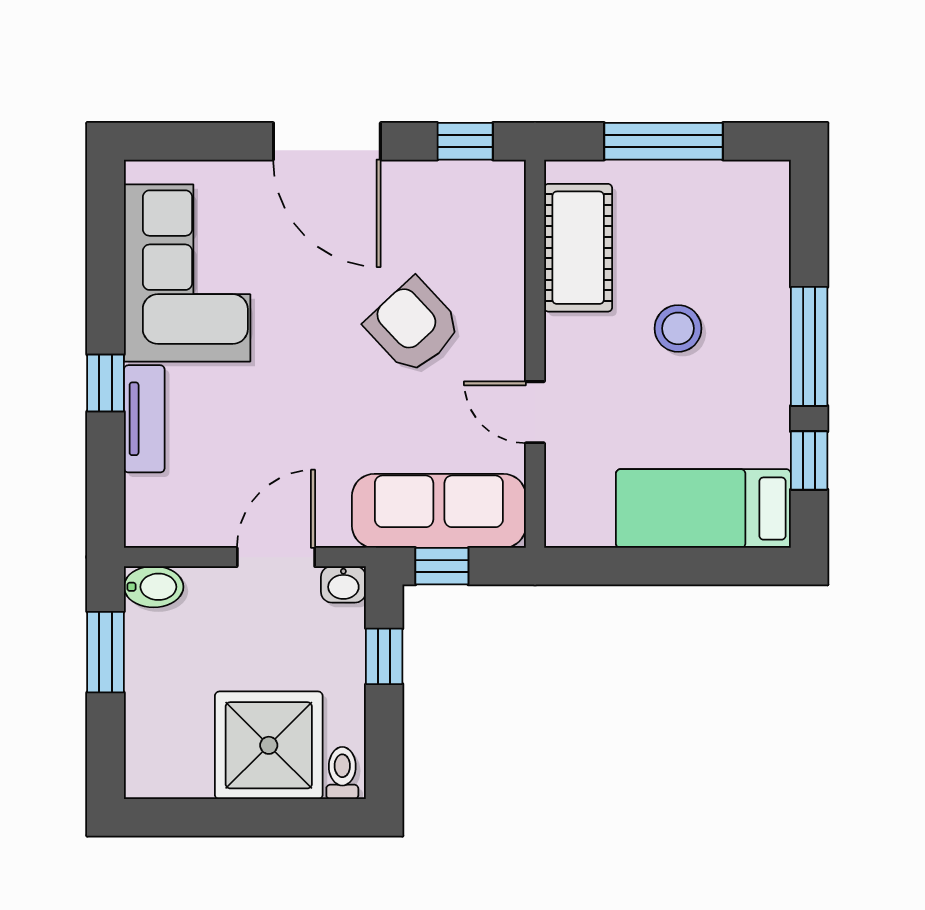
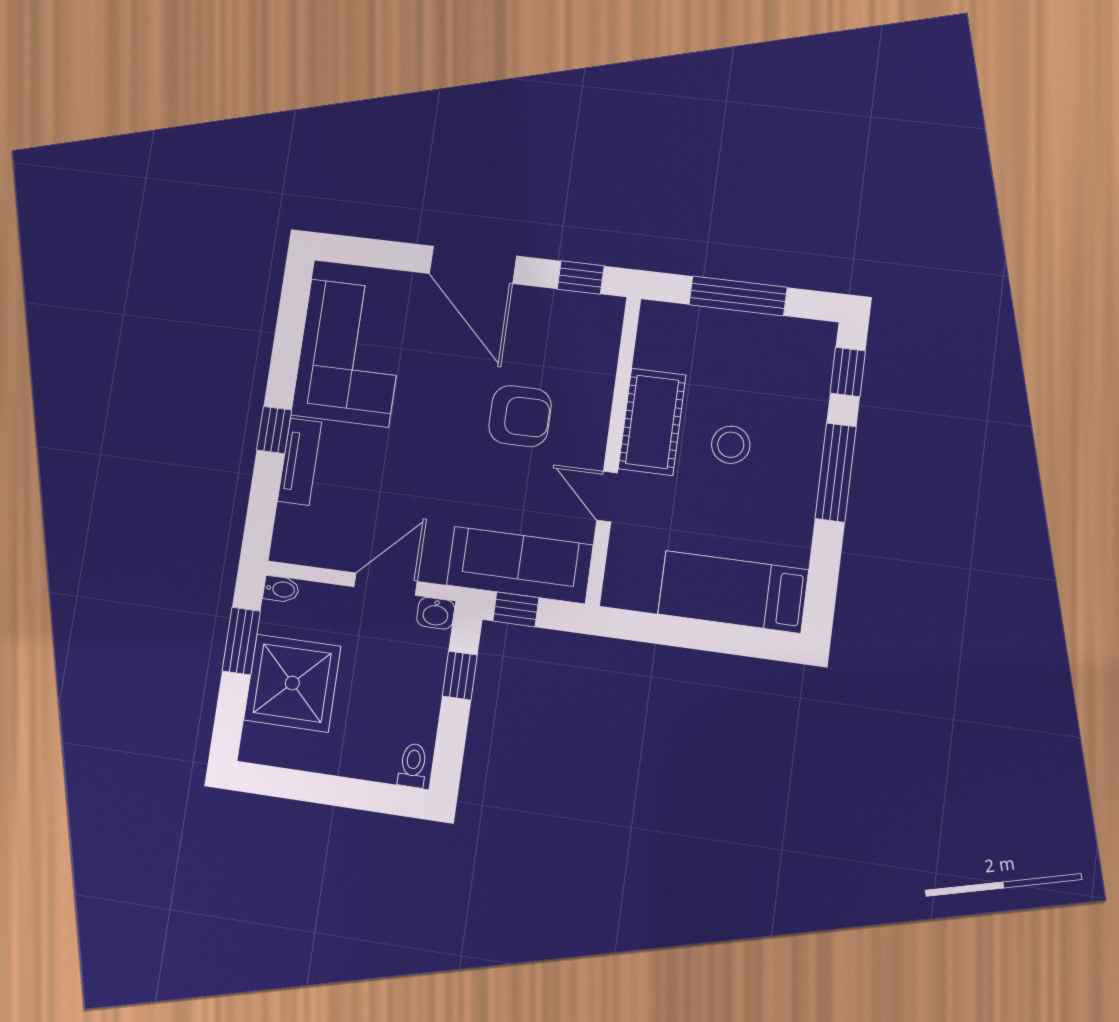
cot: (578, 248) -> (652, 422), moved
armchair: (413, 326) -> (520, 416), turned 133
window: (809, 460) -> (848, 372), moved
bidet: (154, 587) -> (281, 589), width x0.72, depth x0.74
shower: (269, 745) -> (292, 683), moved

